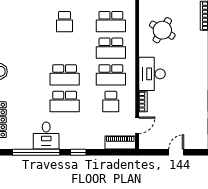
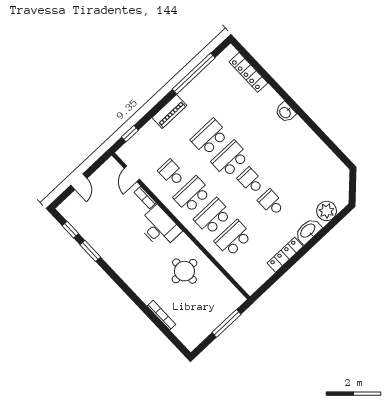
round table: (162, 30) -> (184, 271), turned -31
school desk: (65, 48) -> (251, 181), added
desk: (46, 135) -> (198, 95), removed
piano: (120, 142) -> (169, 112), moved
window: (78, 152) -> (130, 134), moved

